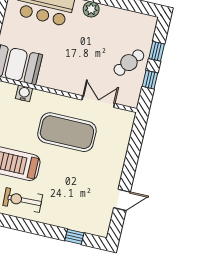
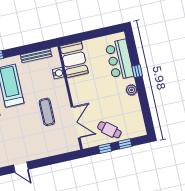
double door: (98, 102) -> (76, 122), width x1.37
exercise mat: (67, 132) -> (47, 112), width x0.50, depth x0.69

